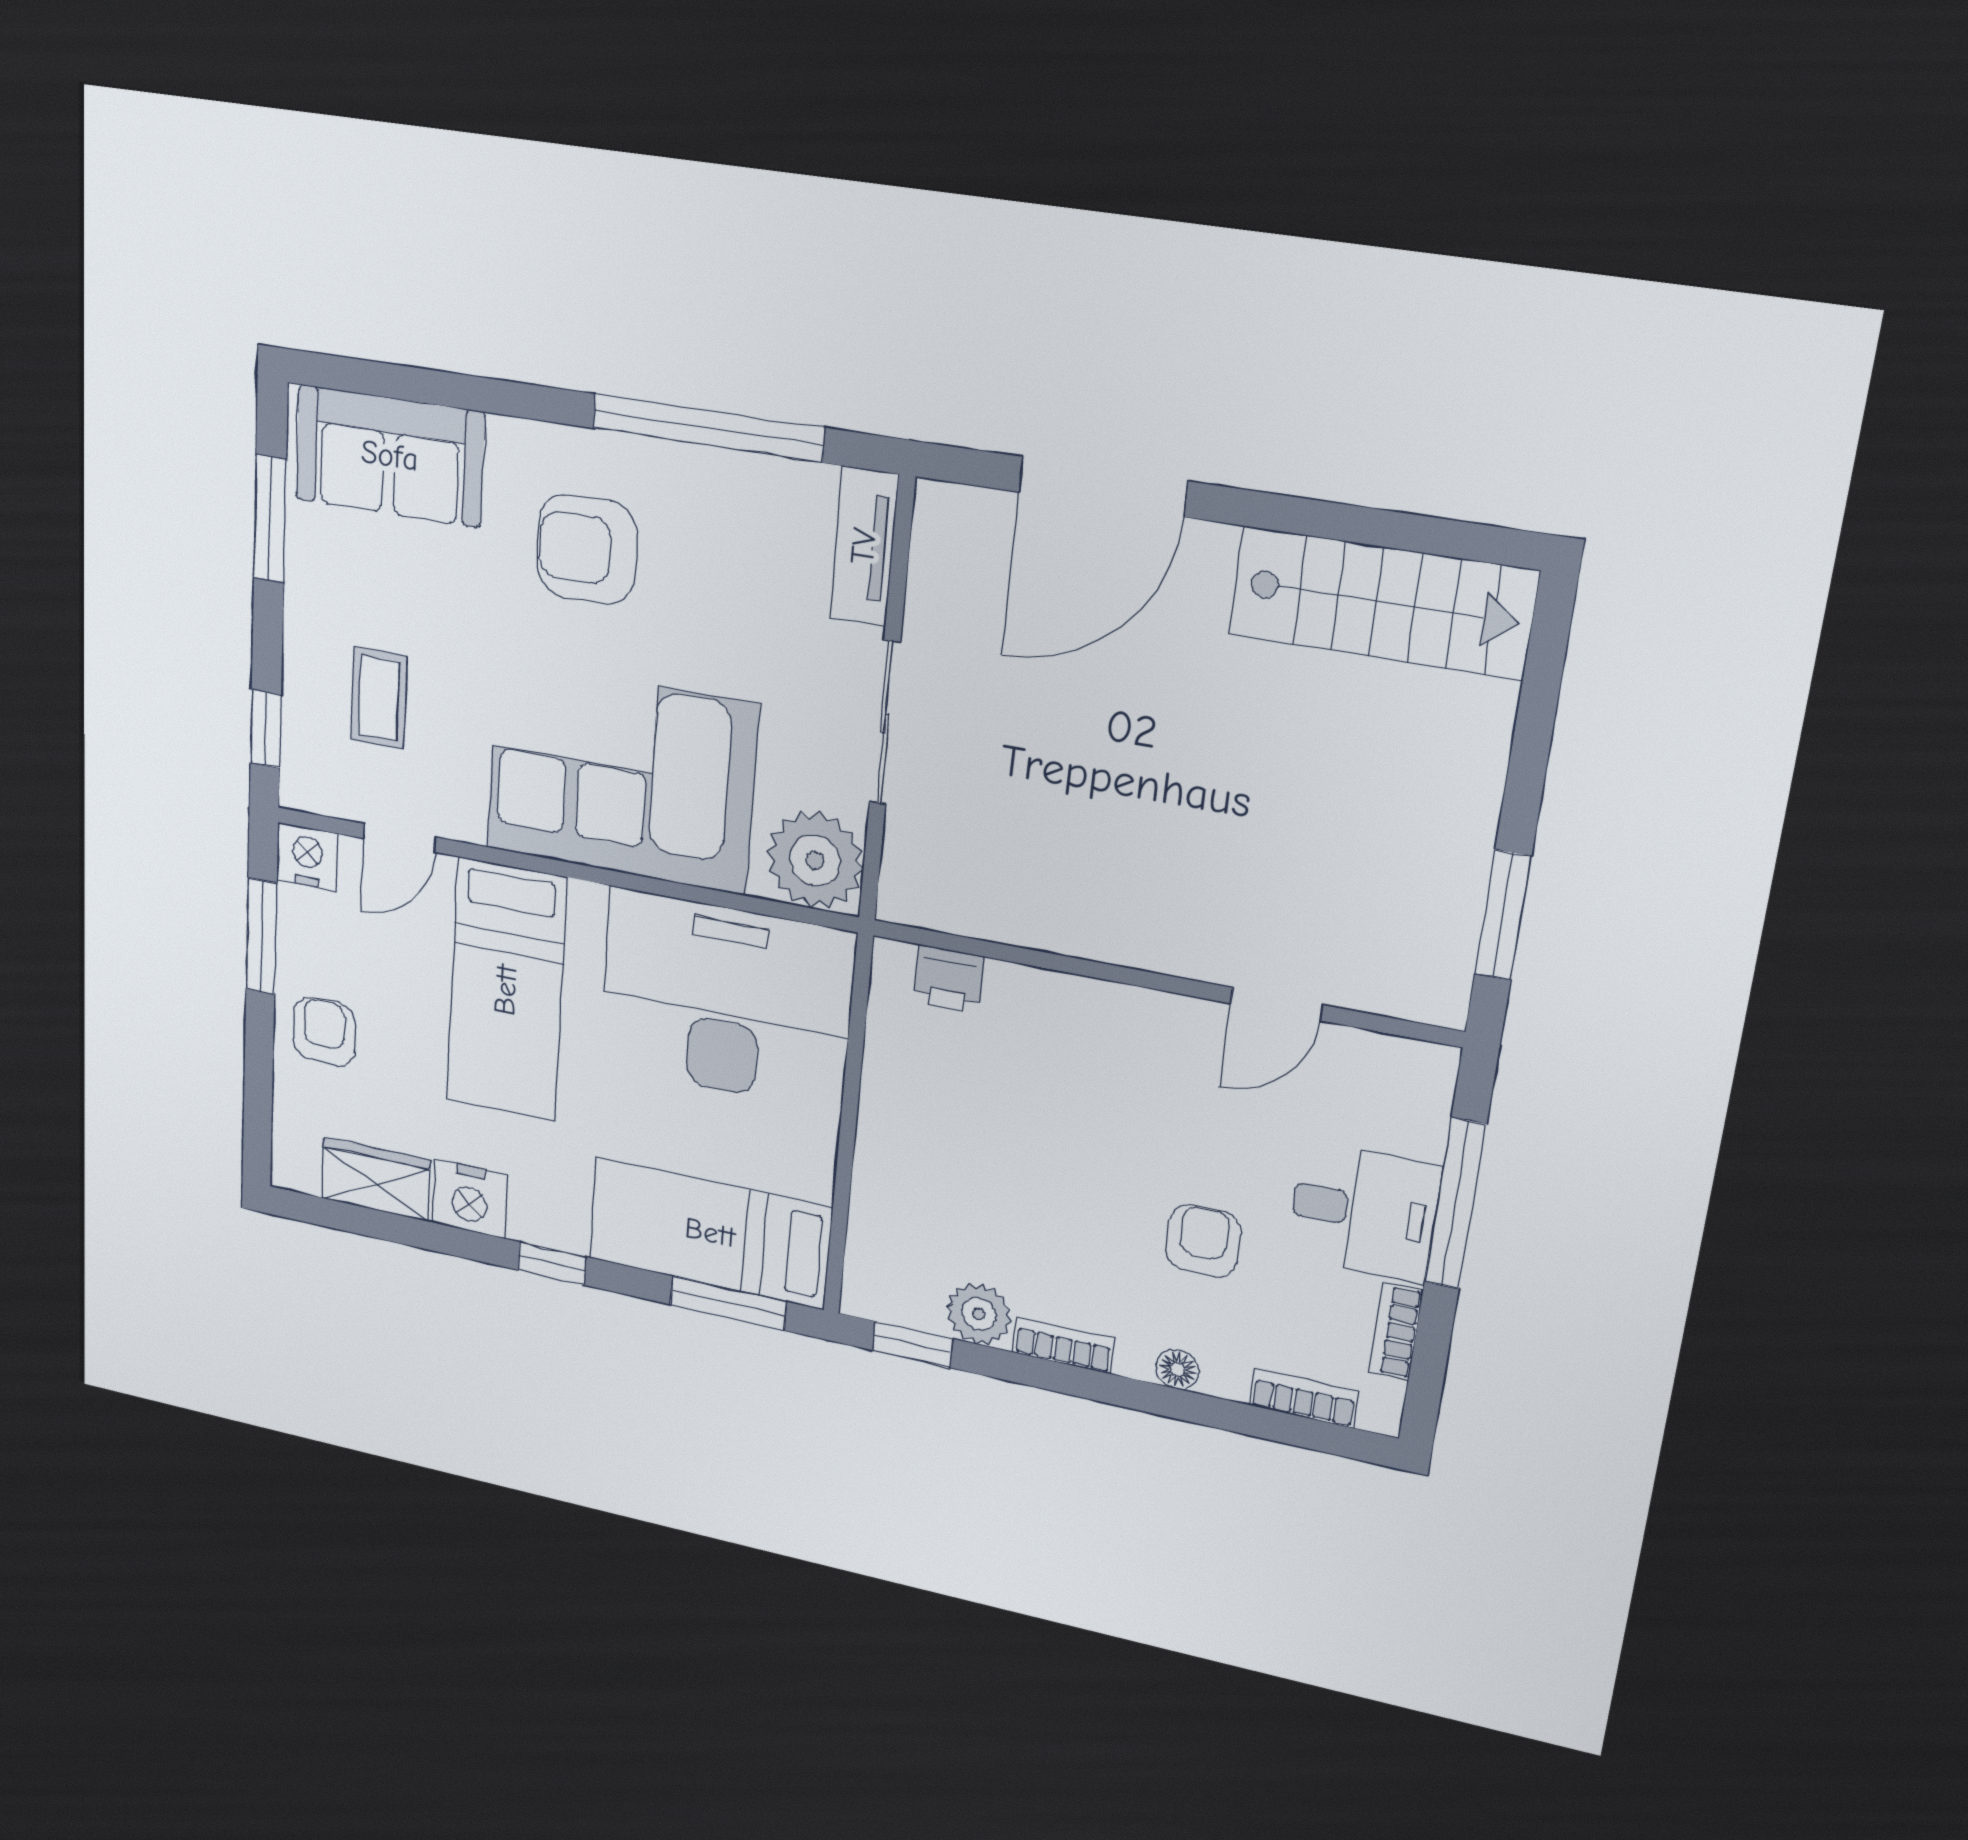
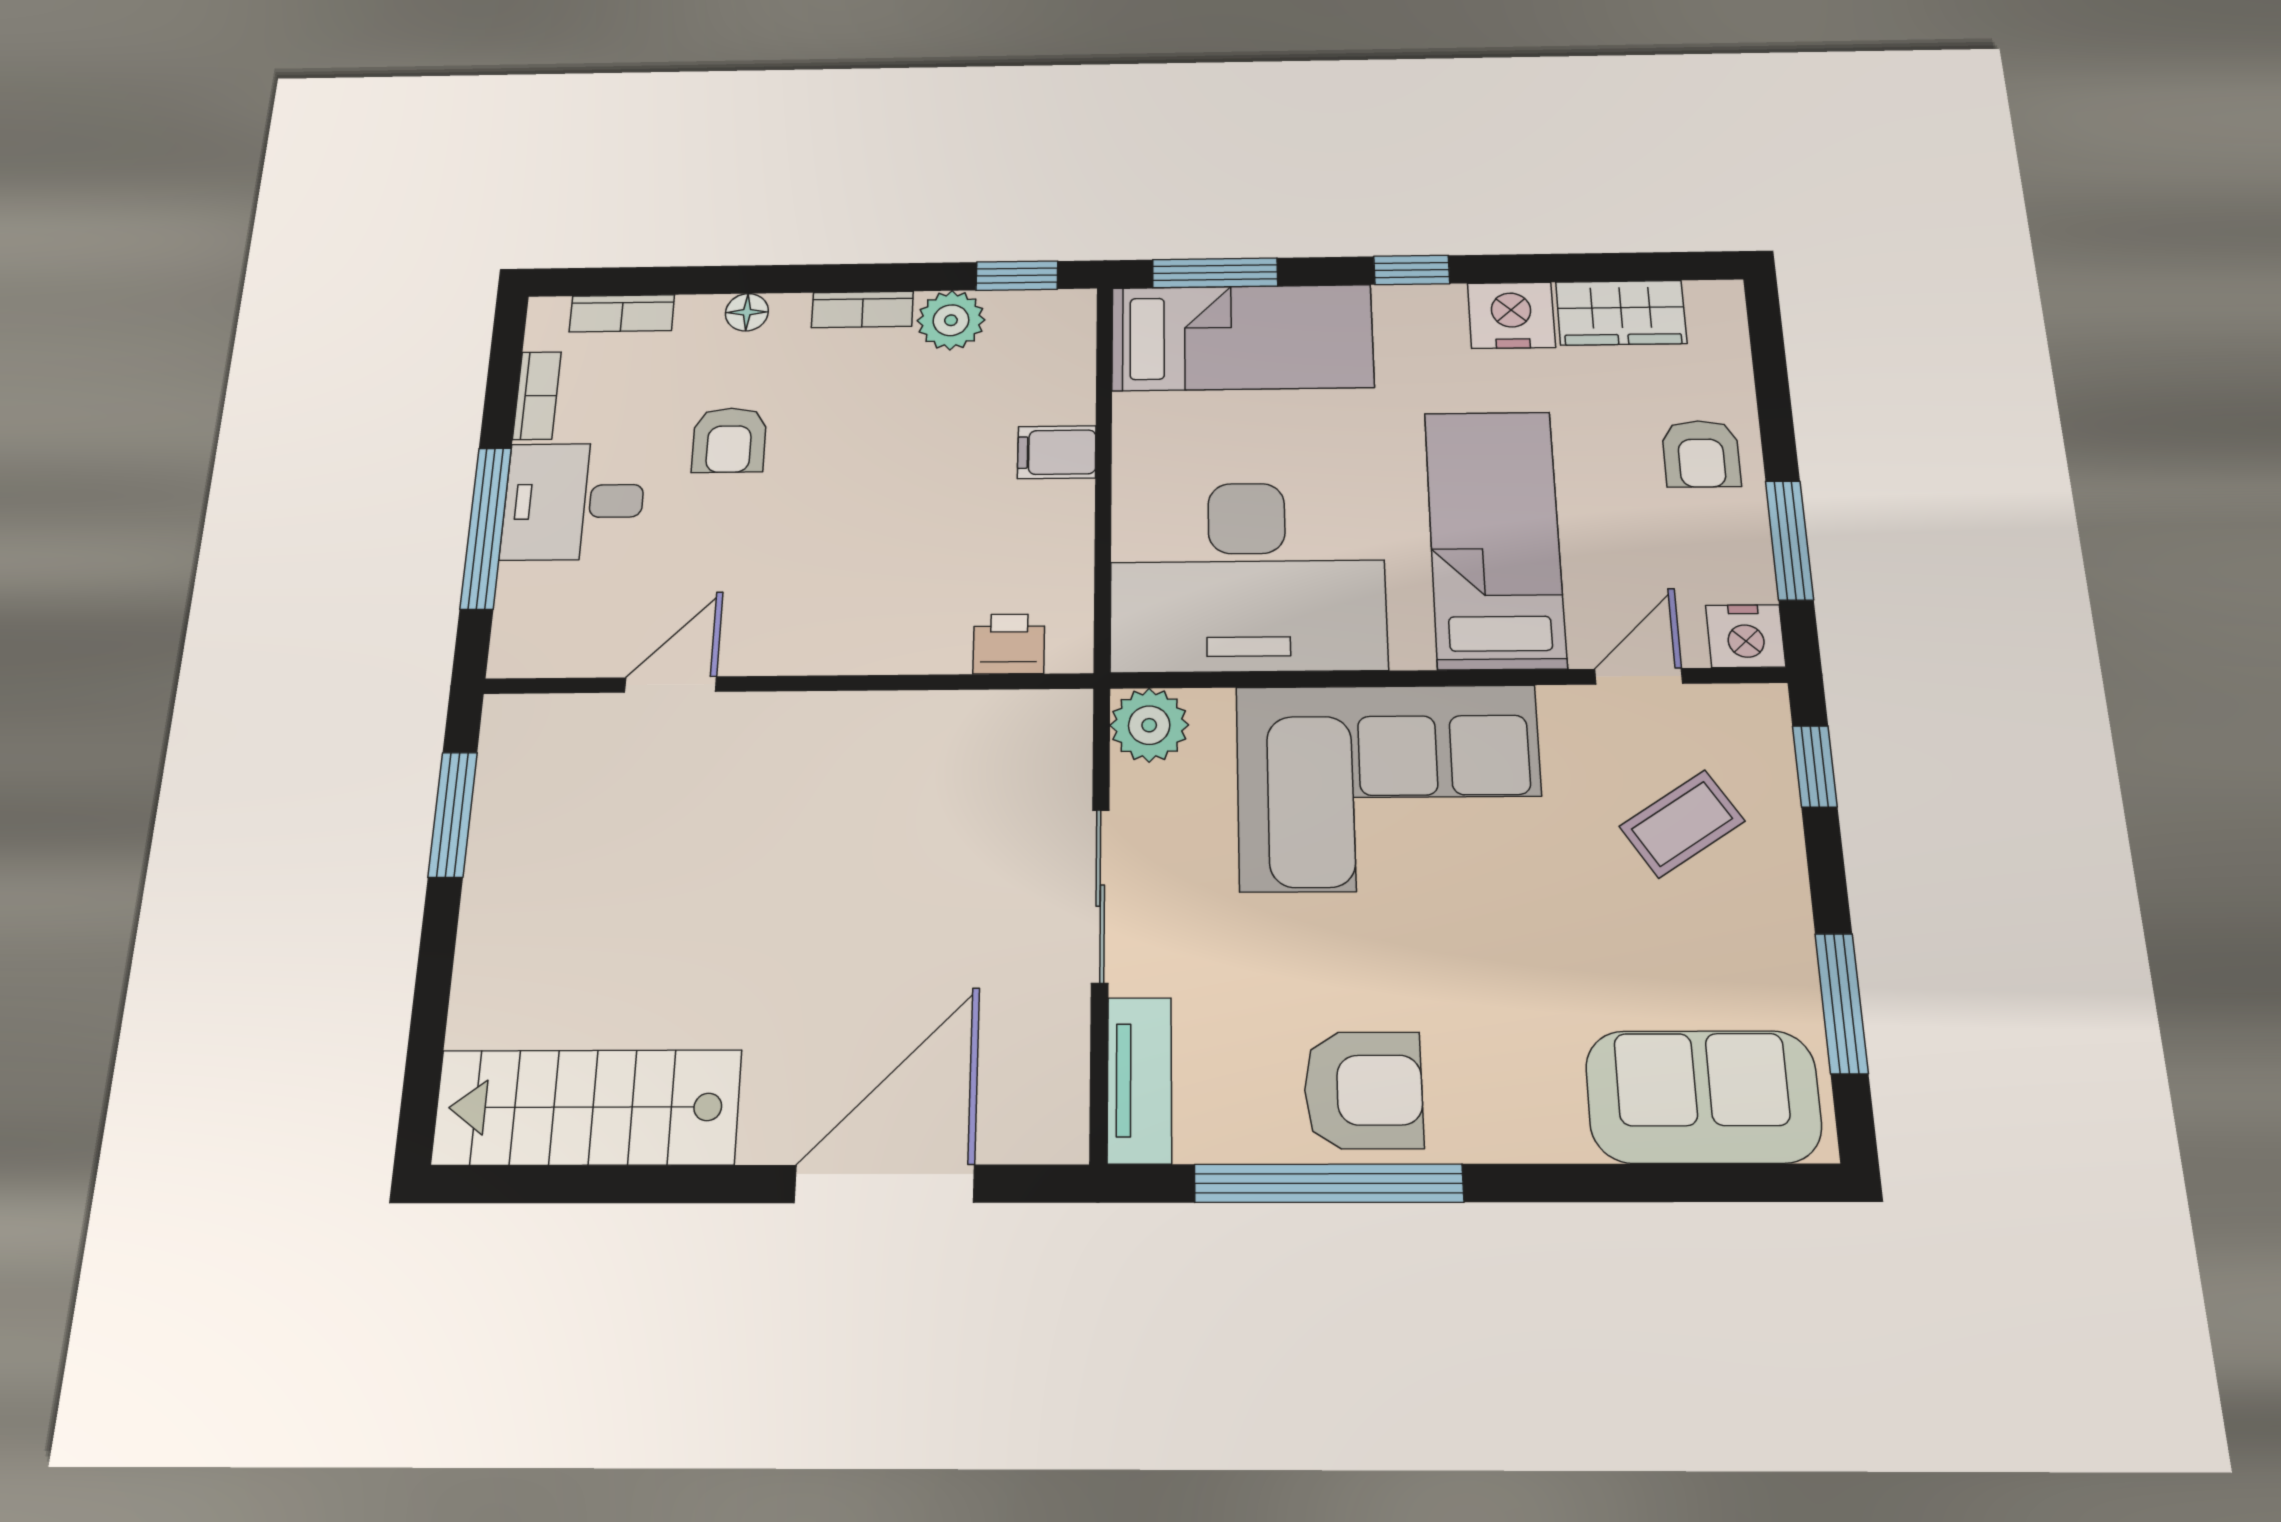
armchair: (587, 549) -> (1363, 1090), moved
coffee table: (379, 698) -> (1682, 824), turned 57
plant: (815, 860) -> (1149, 725), width x0.73, depth x0.73
filing cabinet: (889, 1158) -> (1057, 452), added

